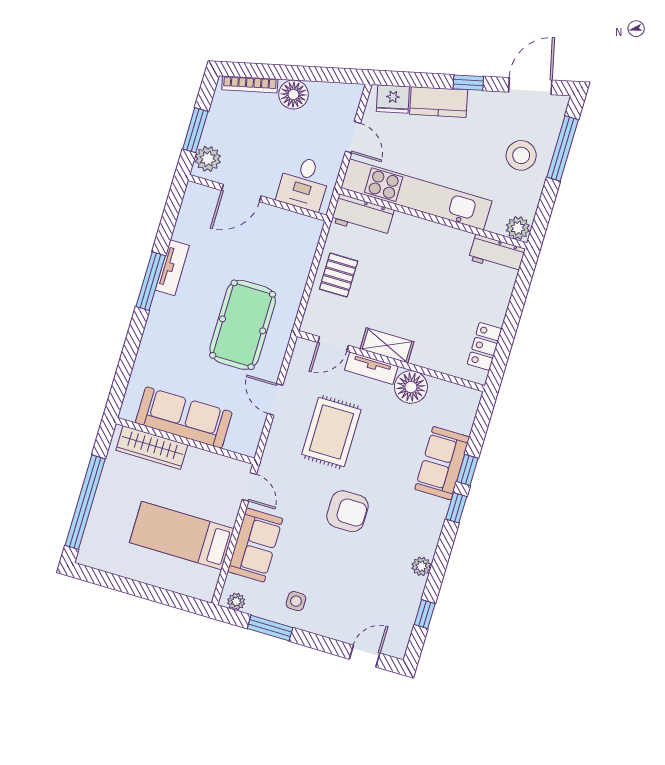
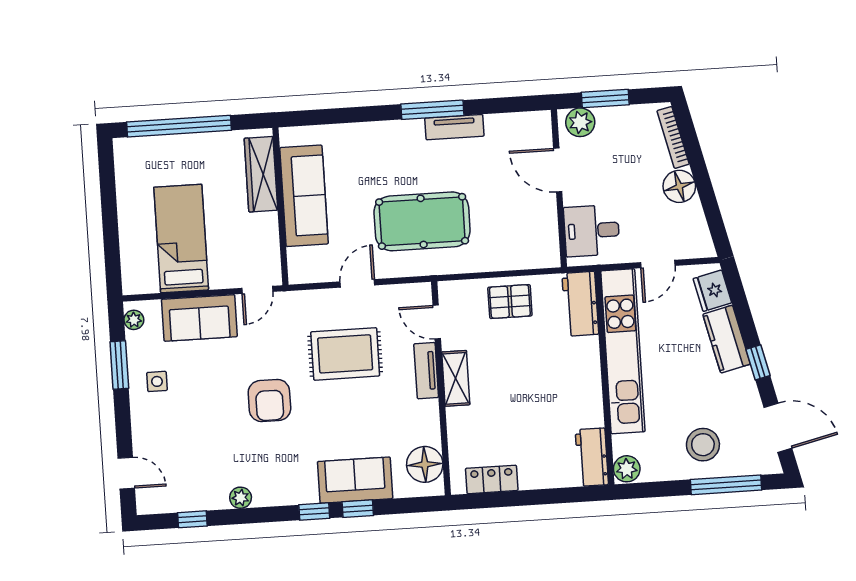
floor lamp: (411, 387) -> (425, 464), moved

